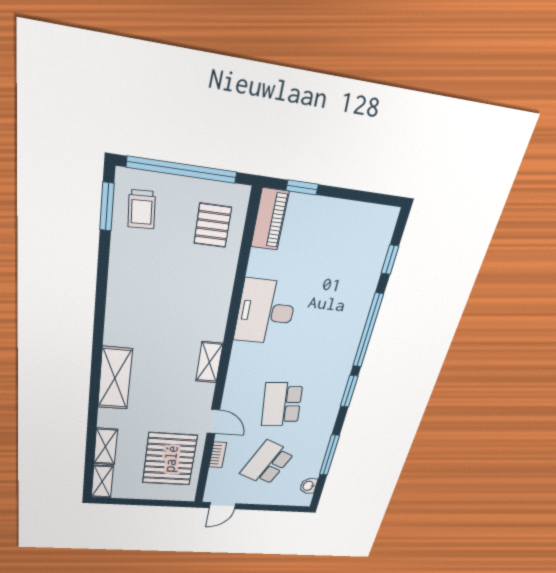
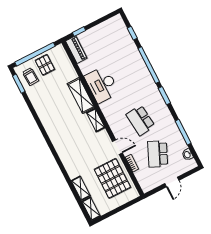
pallet: (213, 225) -> (45, 65), moved
shelving: (115, 378) -> (81, 96), moved
door: (222, 506) -> (172, 182), moved

